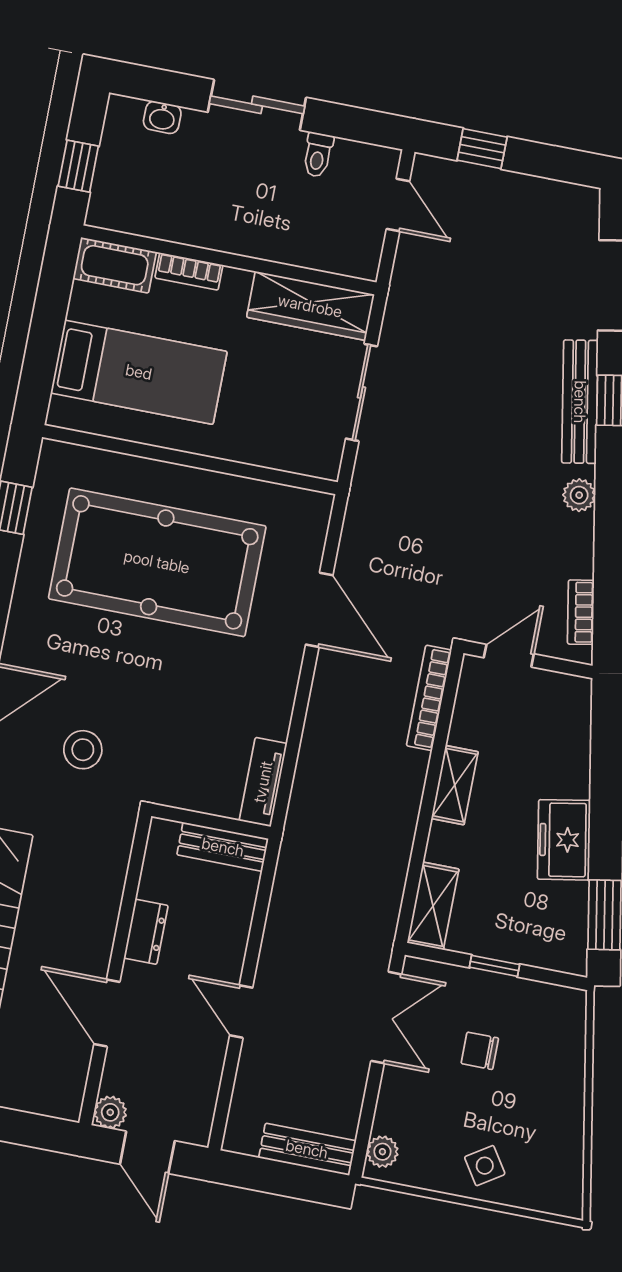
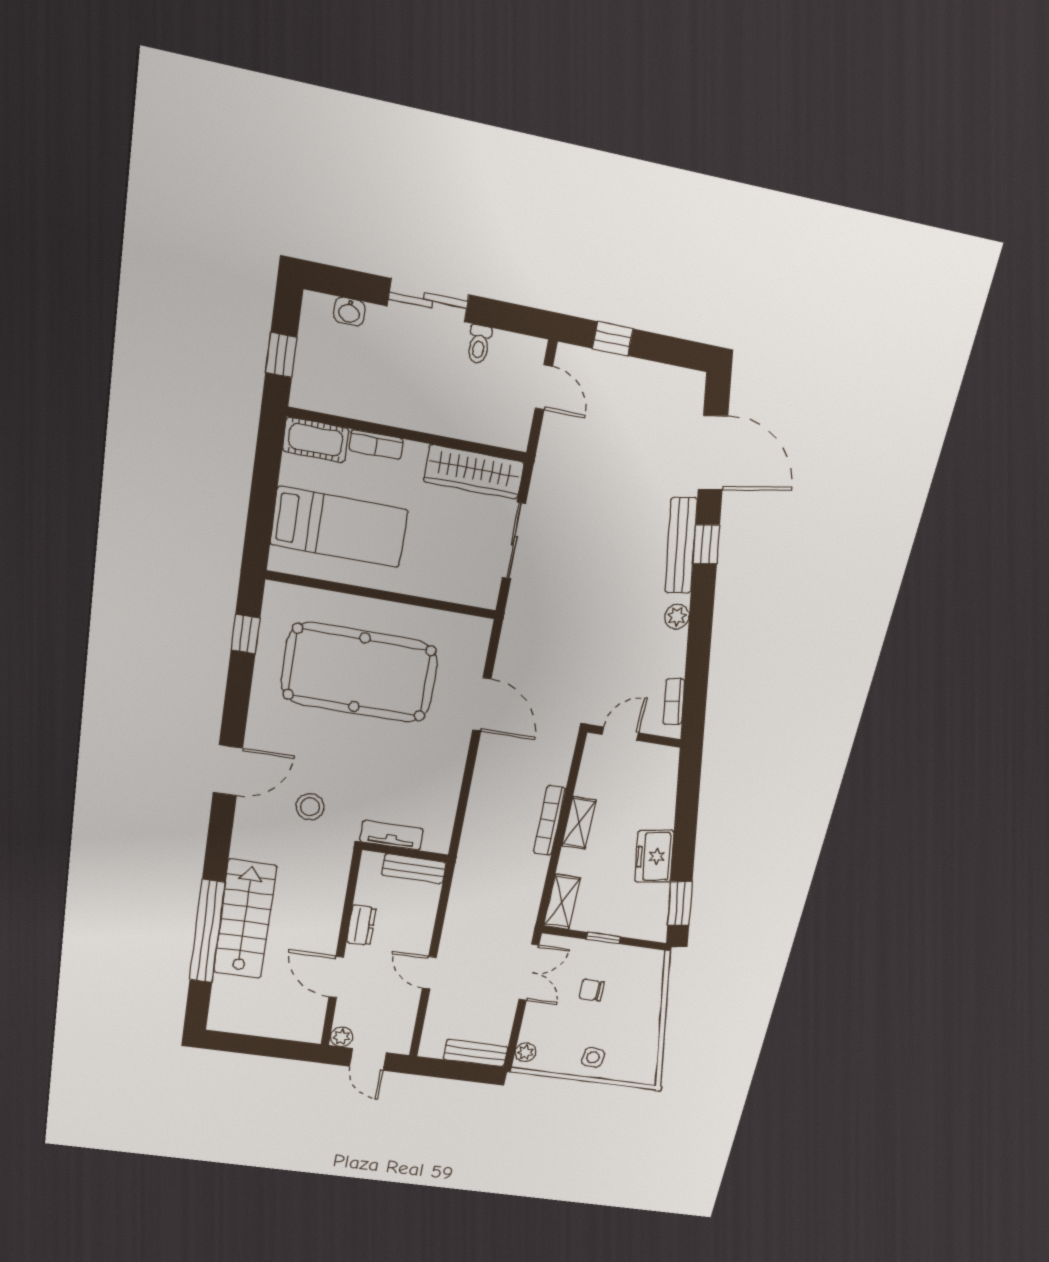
bookcase: (429, 698) -> (549, 821), moved
tv unit: (263, 782) -> (392, 835), moved, turned 90
side table: (485, 1166) -> (593, 1057), turned 38

